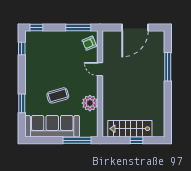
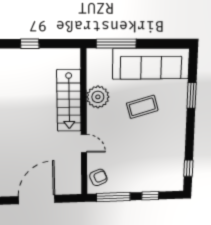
window: (36, 28) -> (150, 196), moved
stairs: (130, 129) -> (69, 101), moved, turned 90

